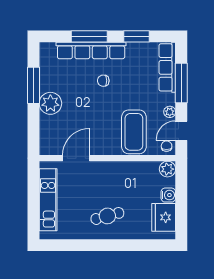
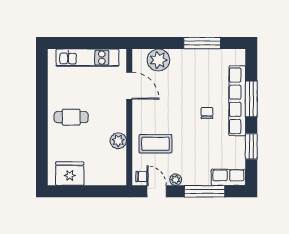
row of seats: (167, 67) -> (228, 177), width x0.68
plant: (50, 103) -> (158, 60), moved
coffee table: (134, 132) -> (155, 144), width x0.73, depth x0.76
plant: (167, 169) -> (118, 141), moved
water cooler: (168, 195) -> (92, 178), removed
cafe table: (107, 216) -> (71, 117), turned -75

